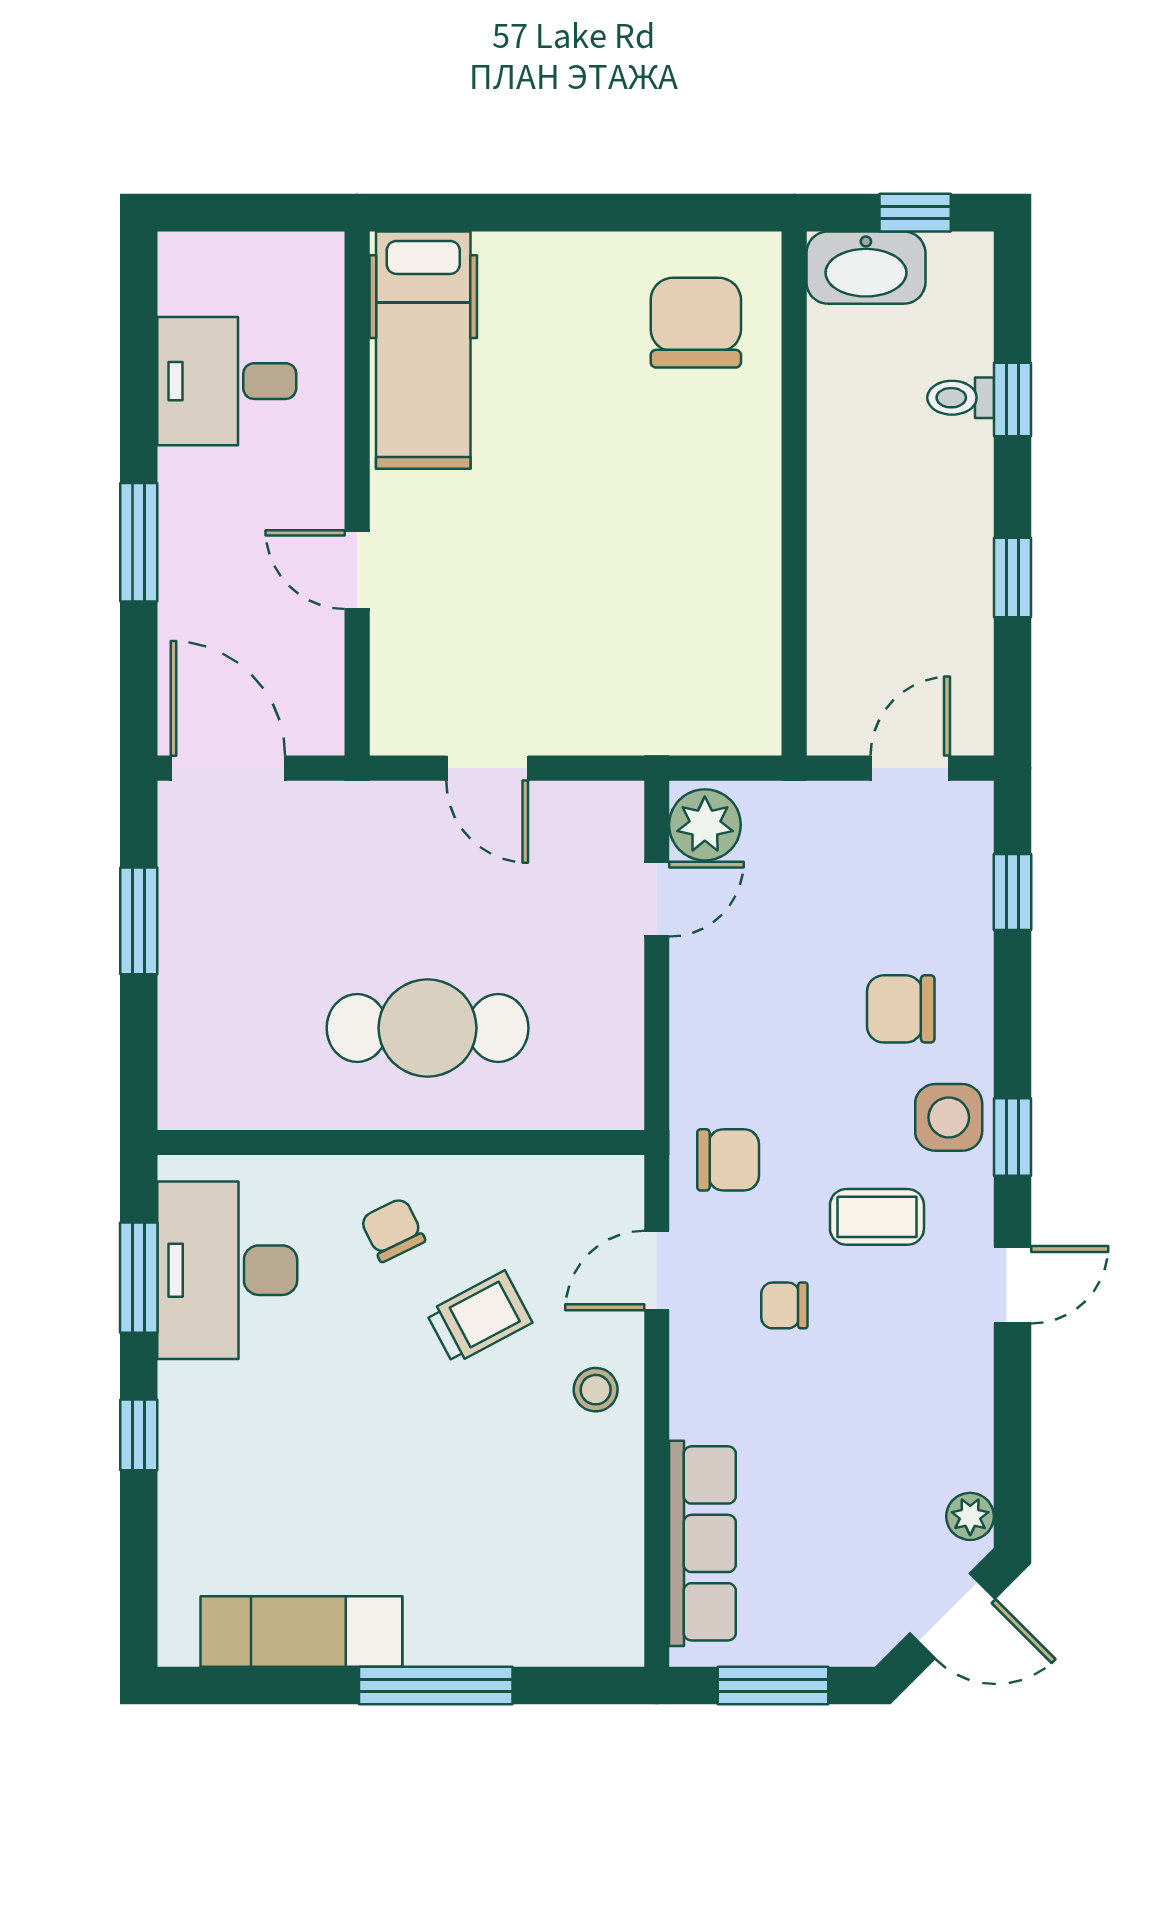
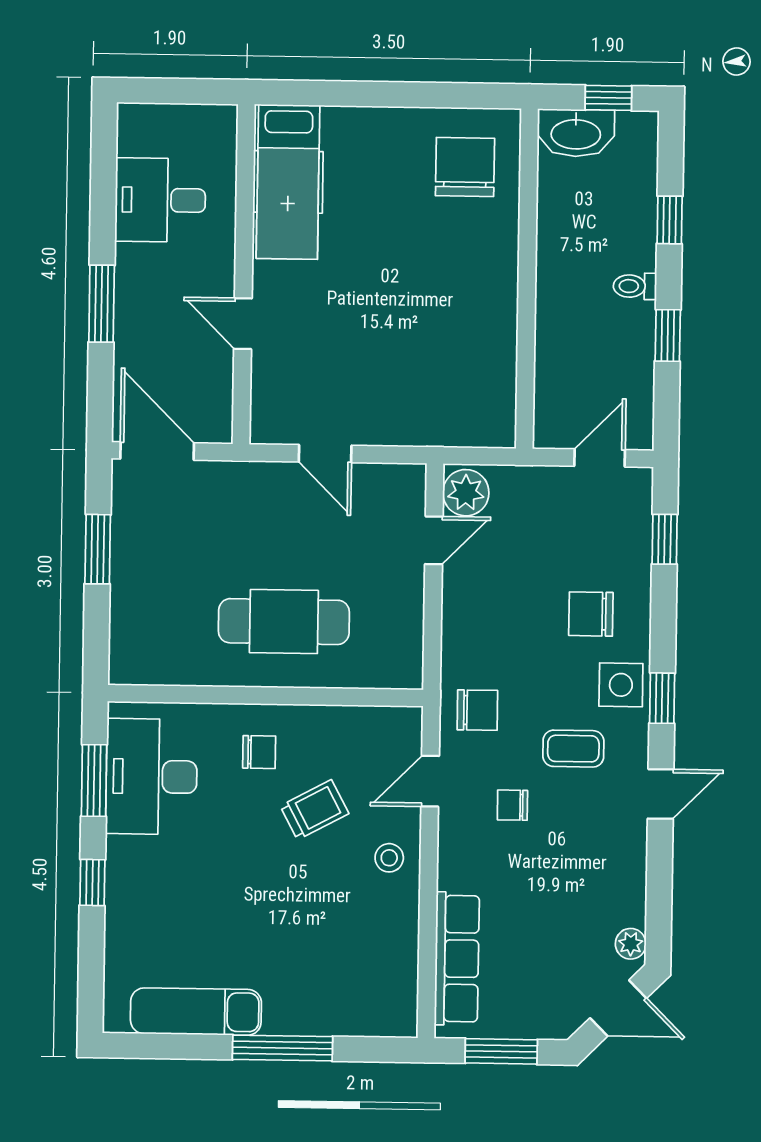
toilet: (961, 398) -> (635, 286), moved
chair: (393, 1230) -> (259, 752), turned 116

